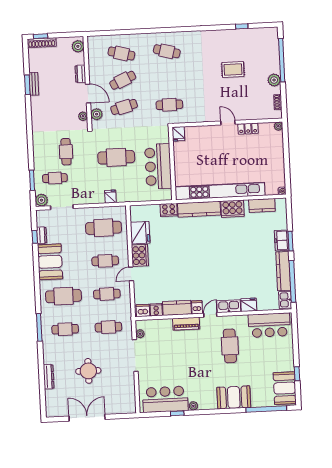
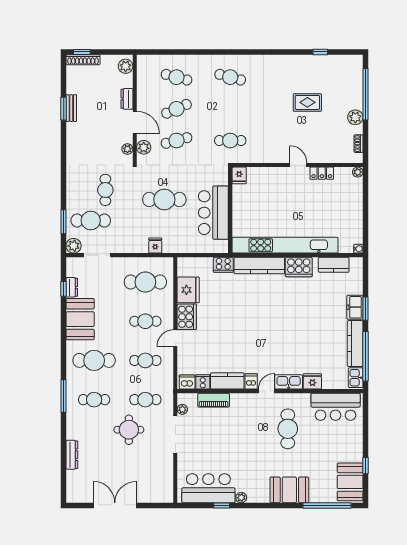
cafe table: (55, 178) -> (91, 221), width x1.37, depth x1.35
piano: (186, 324) -> (214, 400), moved
round table: (88, 371) -> (129, 430), moved

